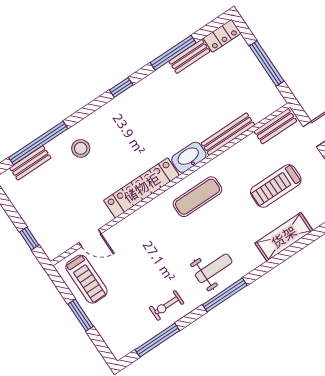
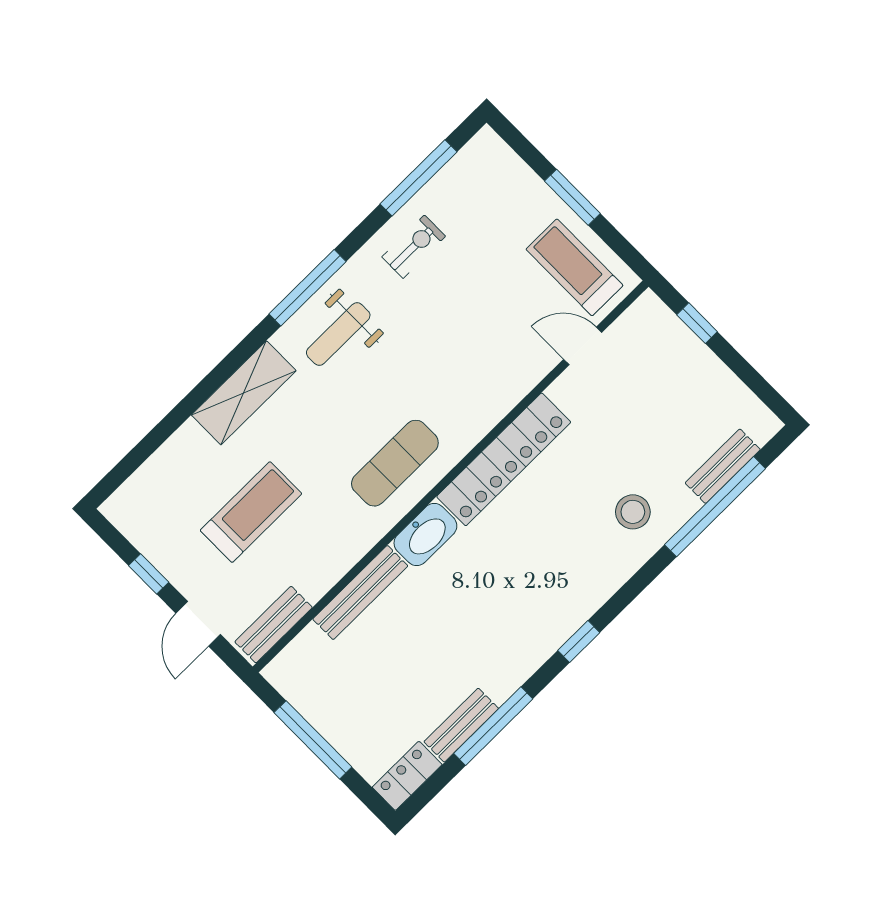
shelving: (284, 237) -> (244, 393), moved

